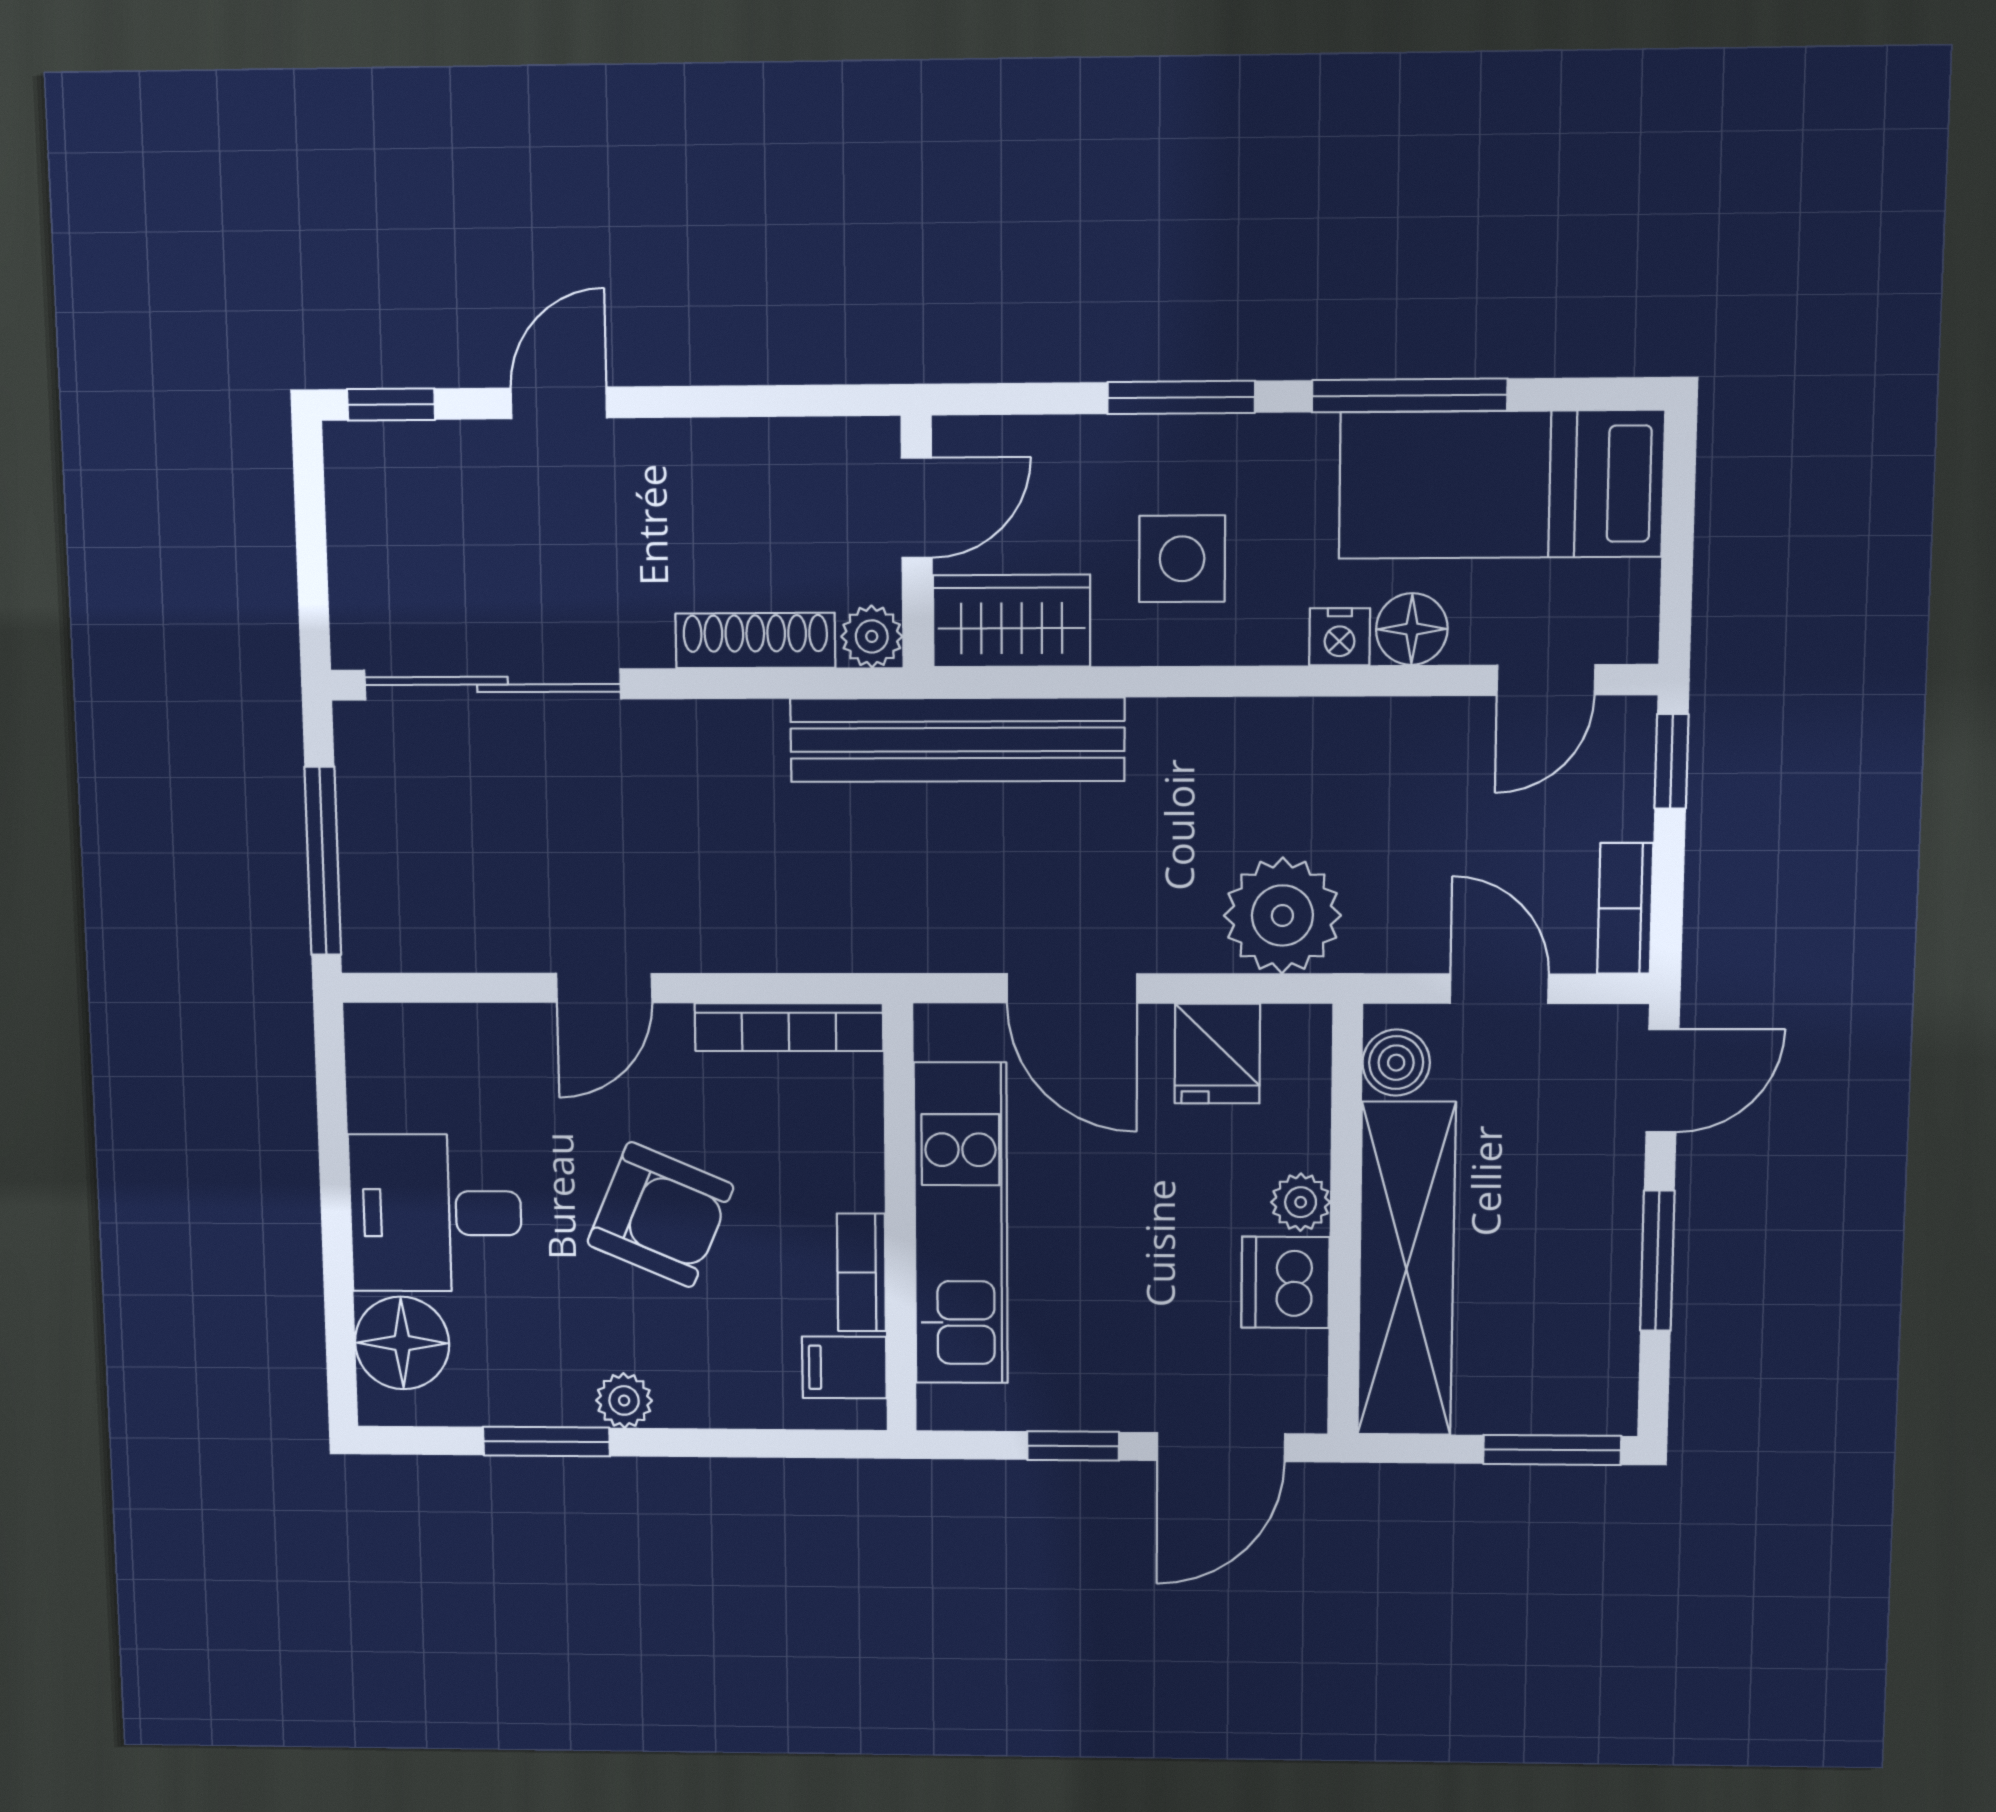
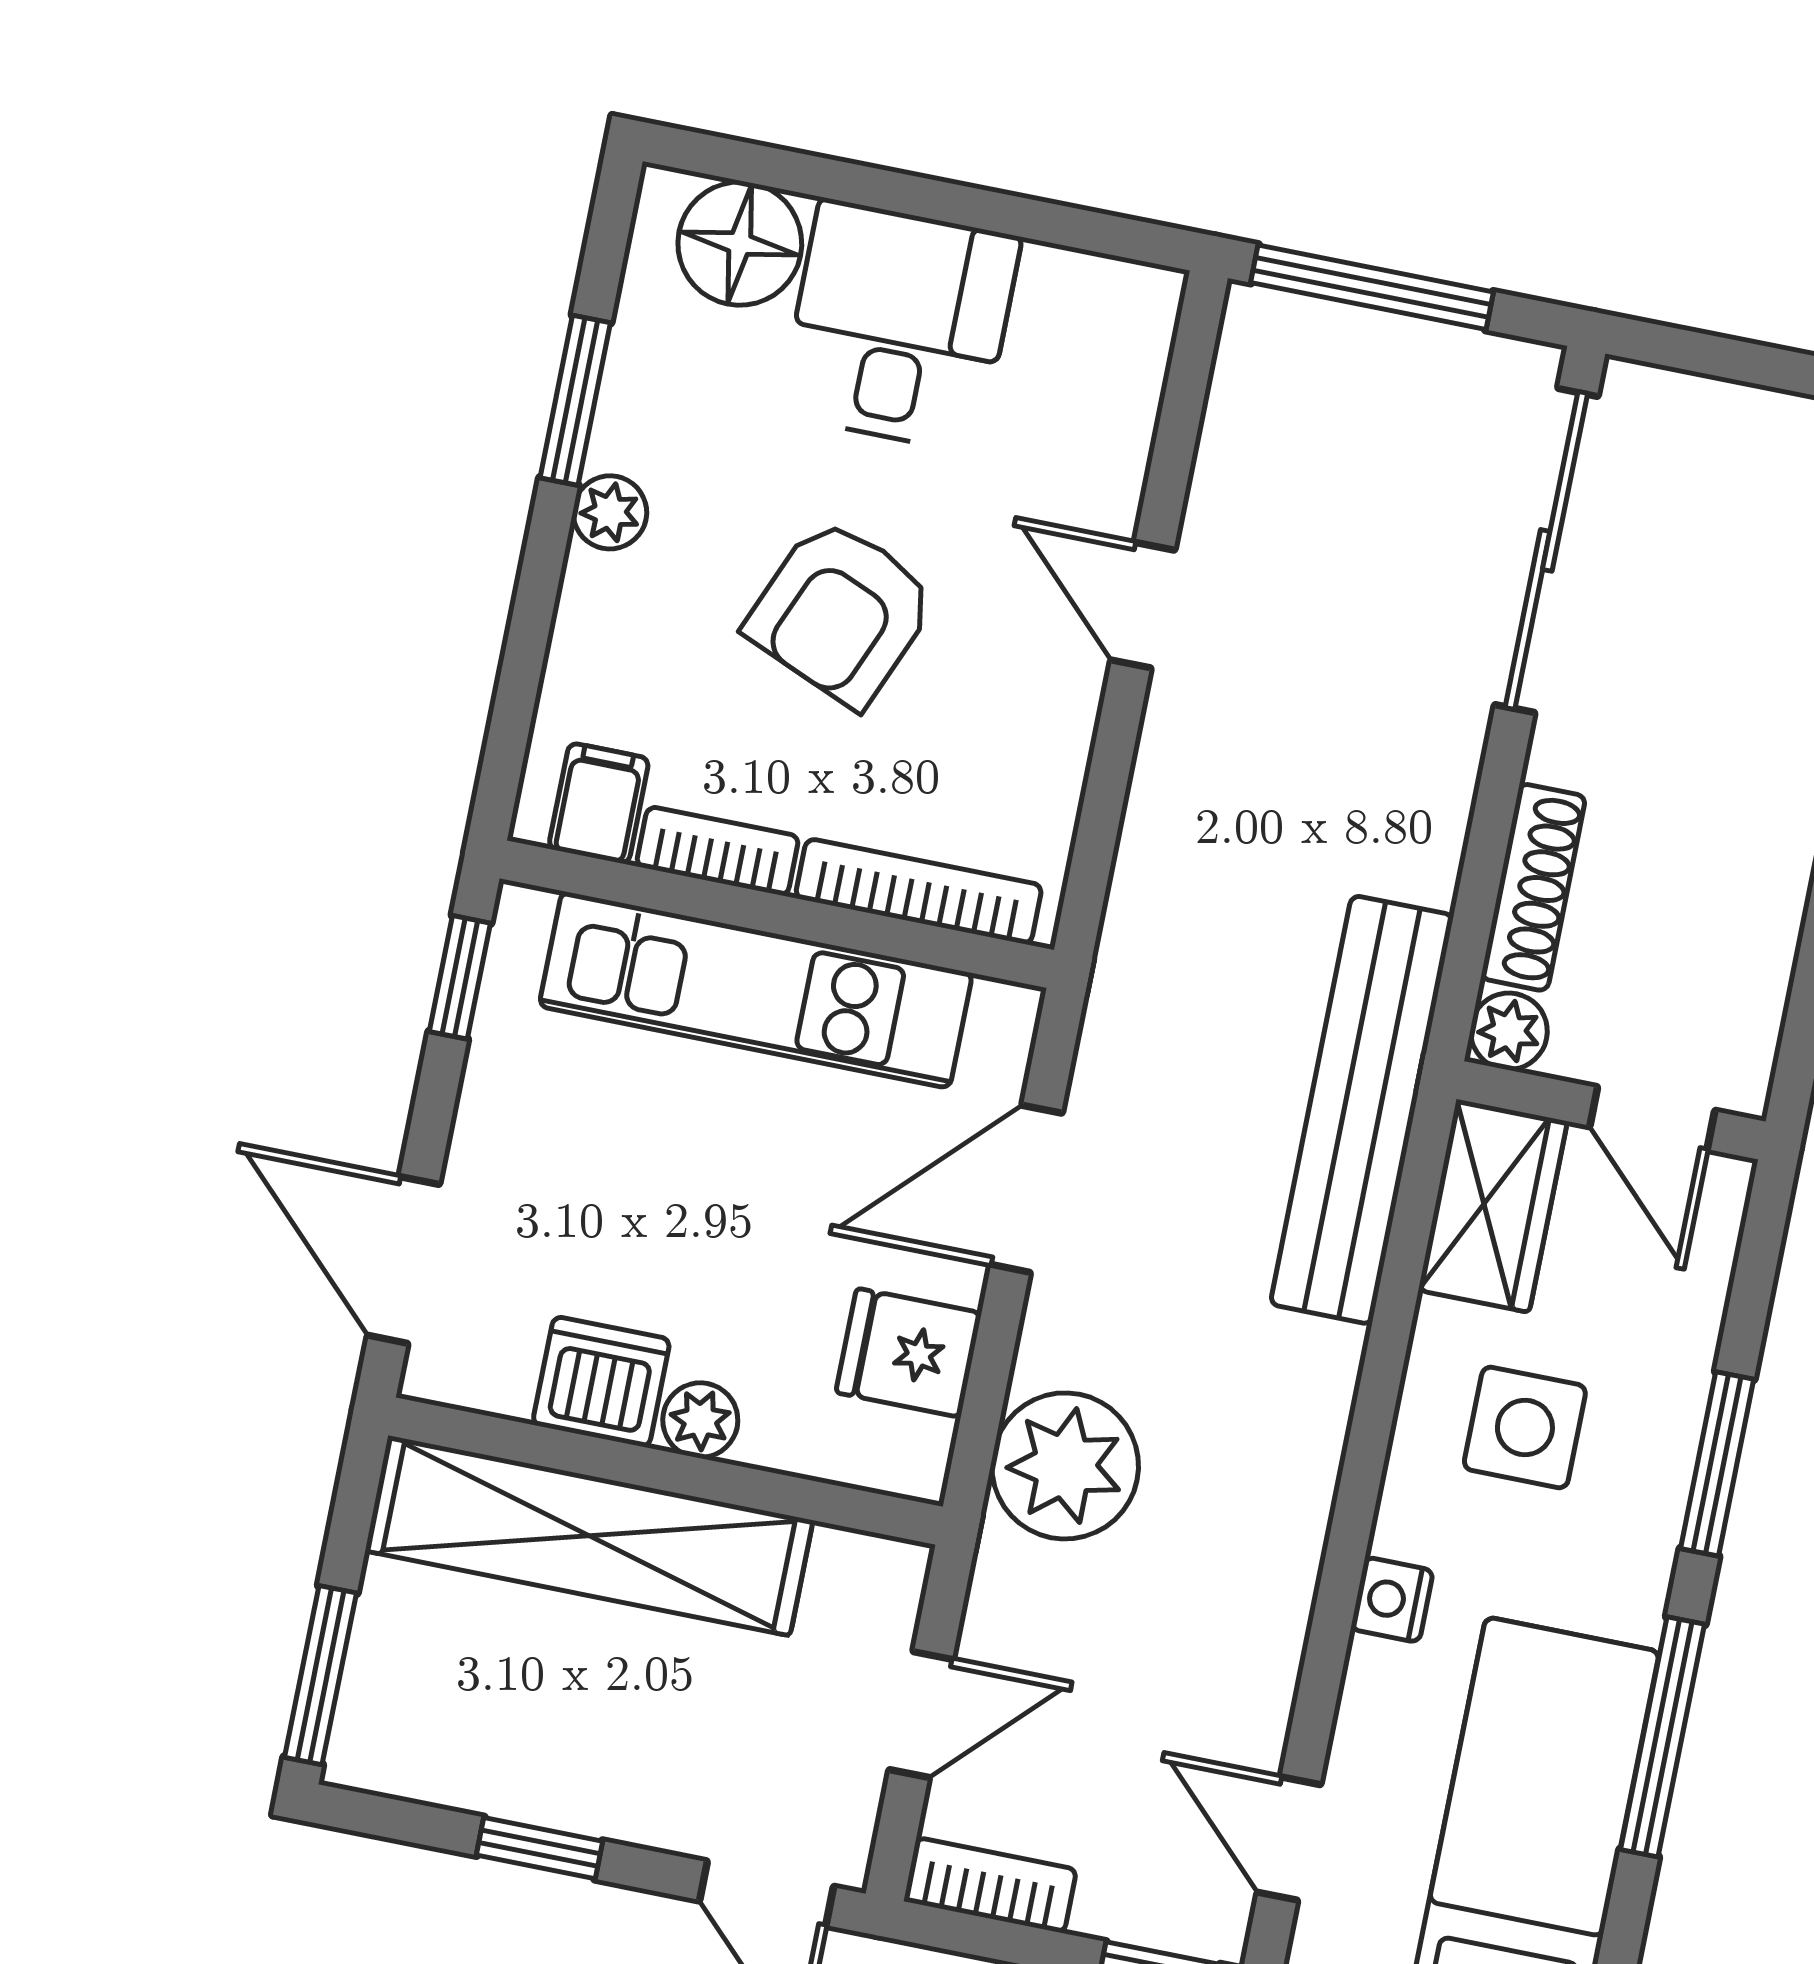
floor lamp: (1412, 629) -> (1383, 1688), removed
bookcase: (789, 1027) -> (919, 892), moved, turned 90
boiler: (1396, 1063) -> (854, 1571), removed
window: (1657, 1261) -> (540, 1848), width x0.67
window: (1073, 1446) -> (460, 977), moved

